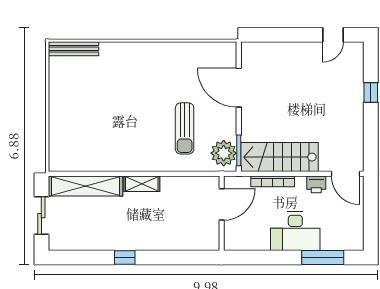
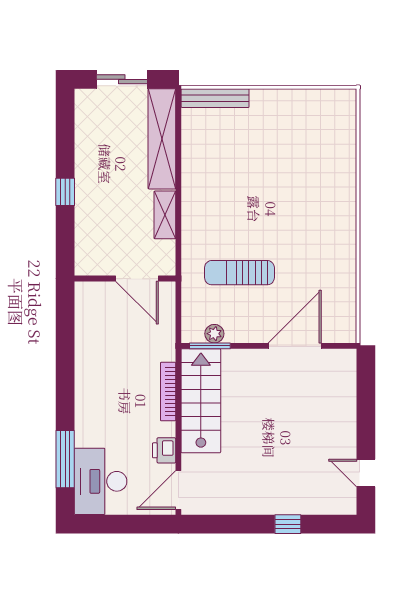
bench: (73, 49) -> (215, 98), moved, turned 90
plant: (224, 153) -> (214, 334), width x0.53, depth x0.53
door: (222, 204) -> (137, 279), moved
wall: (222, 213) -> (125, 279), moved
desk: (295, 231) -> (101, 481), moved

